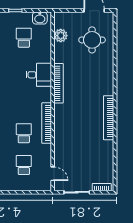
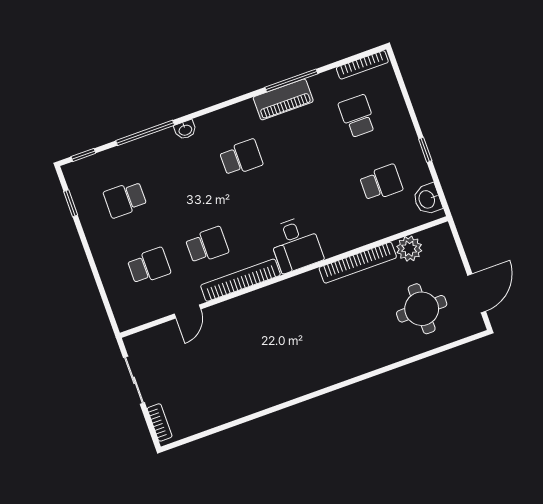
desk: (39, 75) -> (295, 244), moved
bookcase: (58, 83) -> (358, 263), moved
bookcase: (109, 118) -> (291, 390), removed
door: (53, 174) -> (188, 311), moved

